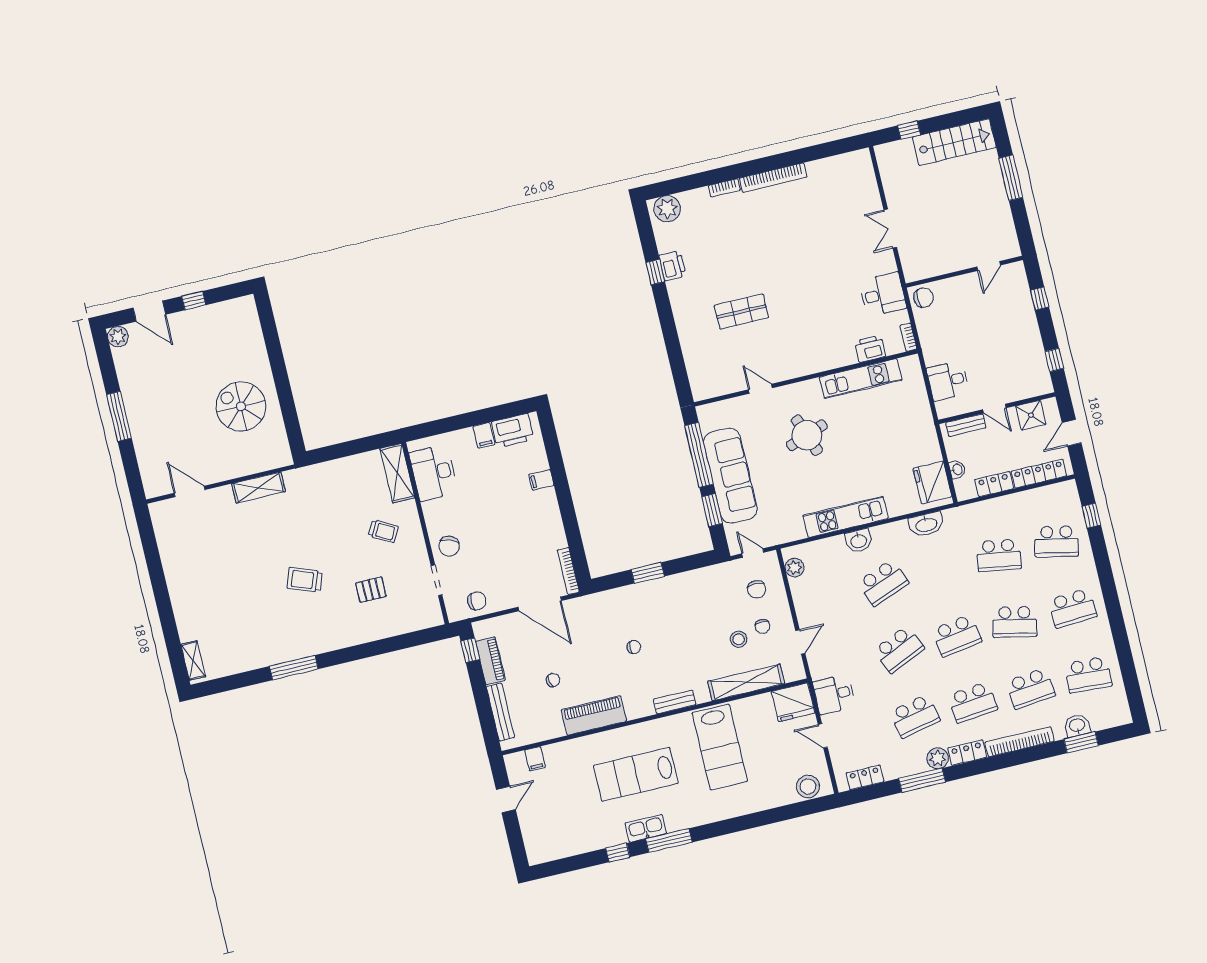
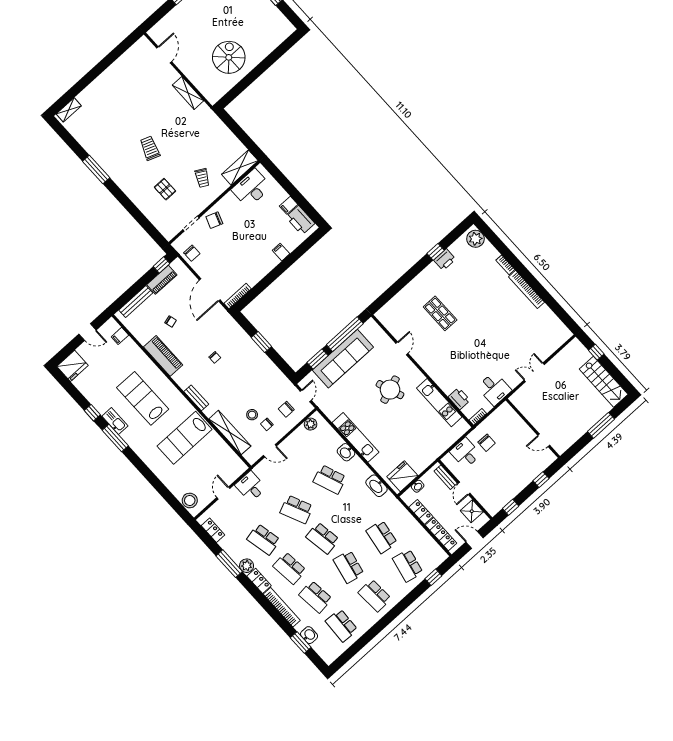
chair: (924, 298) -> (487, 443), moved
fridge: (793, 702) -> (72, 366), moved, turned -90

